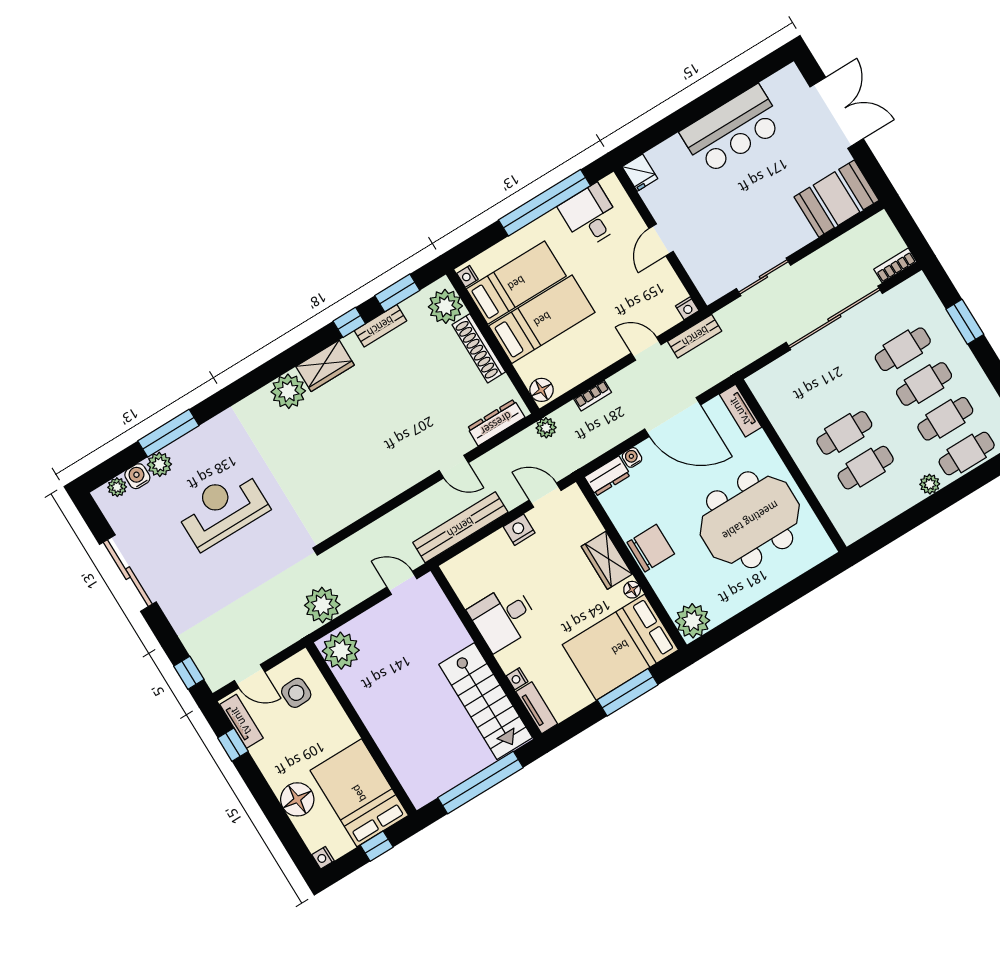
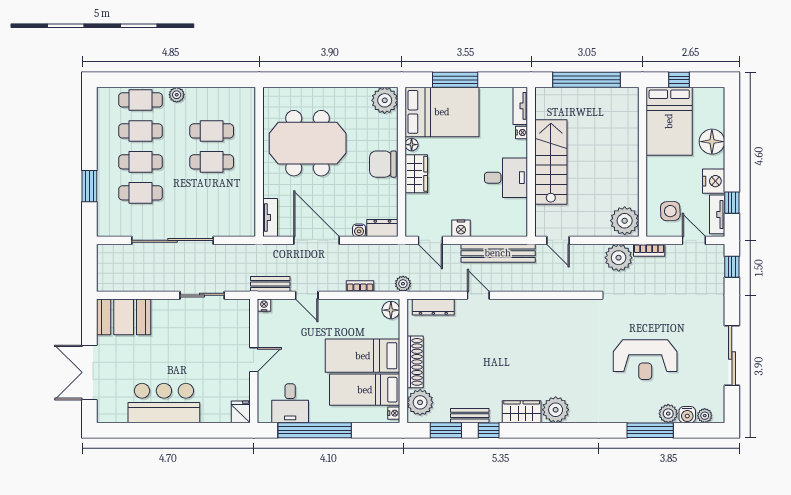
bookcase: (895, 265) -> (649, 250), moved
stairs: (486, 701) -> (551, 162), moved
nightstand: (323, 858) -> (714, 181), moved, width x1.89, depth x1.79

